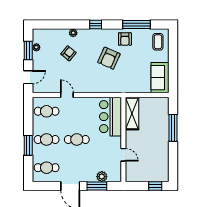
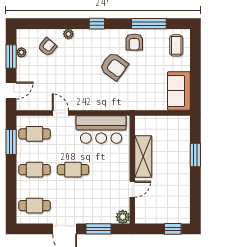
armchair: (69, 53) -> (47, 47), moved
armchair: (109, 58) -> (114, 66), turned -78
shelving: (132, 113) -> (143, 156), moved
bar counter: (110, 117) -> (101, 130), moved, turned -90
window: (173, 128) -> (195, 155), width x0.69
window: (28, 145) -> (11, 142), moved
door: (123, 155) -> (132, 189), hinge flipped
plant: (102, 177) -> (123, 217), moved

